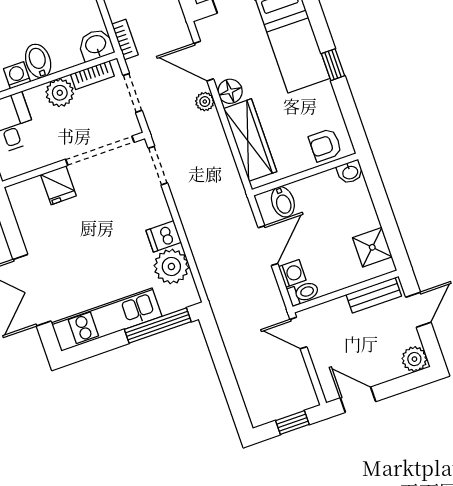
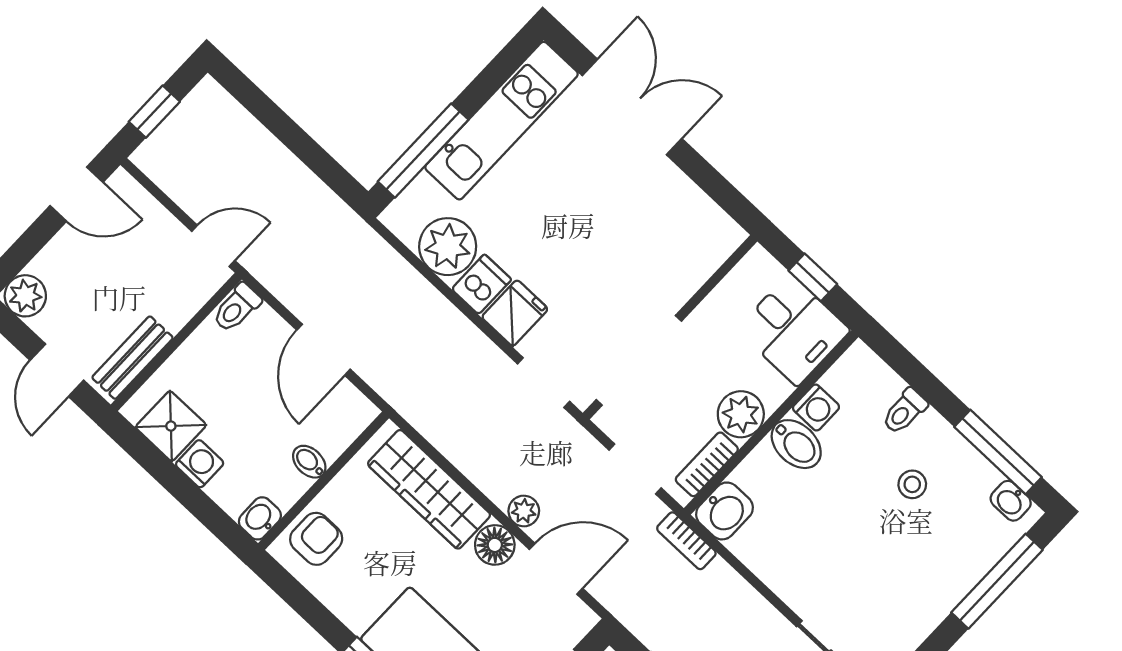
fridge: (58, 185) -> (515, 313), moved, turned 90
bidet: (283, 202) -> (309, 462), moved, width x0.72, depth x0.74
washing machine: (292, 273) -> (200, 464), moved, turned 180

